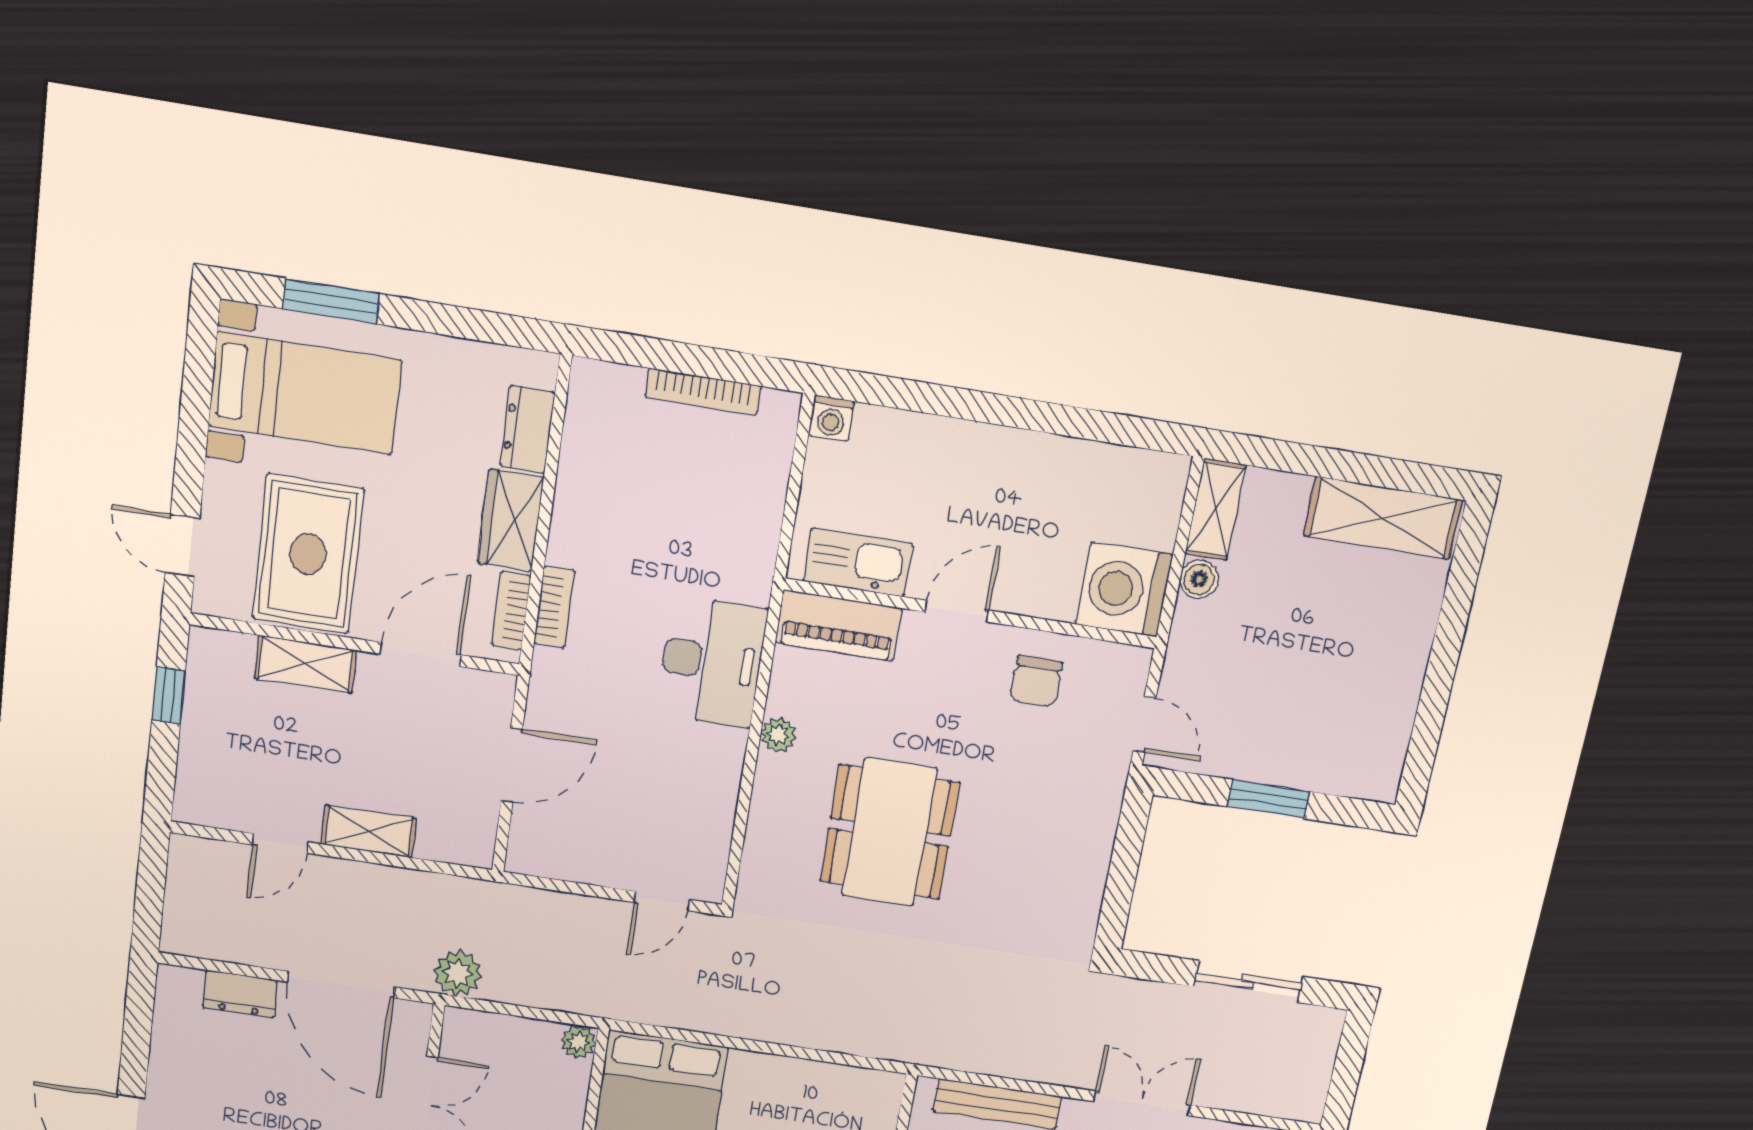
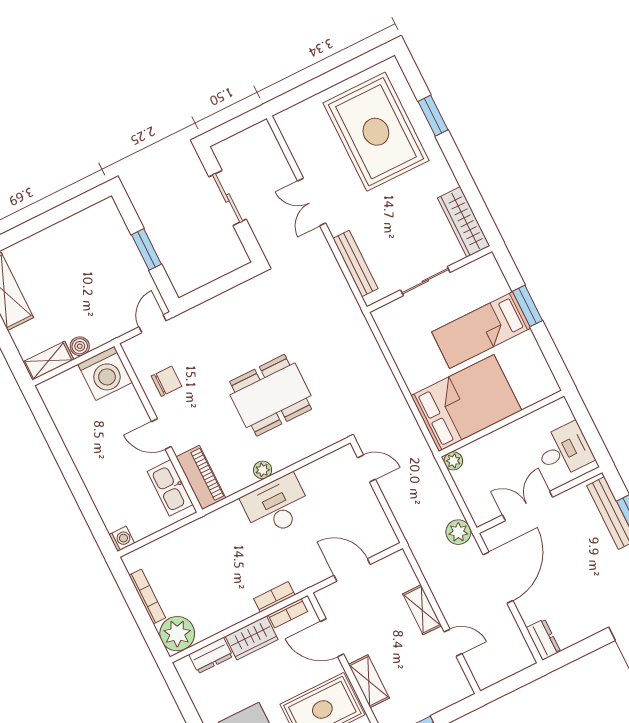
plant: (604, 398) -> (177, 634), added
desk: (712, 662) -> (276, 506), moved
dresser: (240, 994) -> (543, 640), moved

